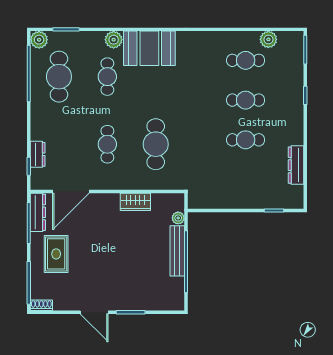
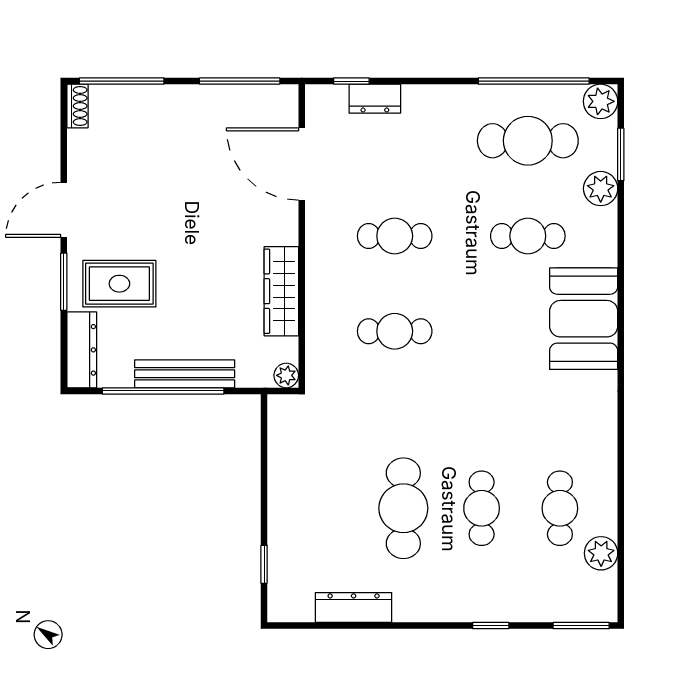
plant: (114, 40) -> (601, 189), moved
cafe table: (246, 140) -> (403, 508), width x1.37, depth x1.35
cafe table: (156, 144) -> (395, 331), width x0.73, depth x0.74
wardrobe: (135, 202) -> (281, 291), width x1.50
dresser: (38, 212) -> (82, 350), moved, turned -90
plant: (178, 218) -> (286, 375), moved
rug: (56, 254) -> (119, 284), moved

